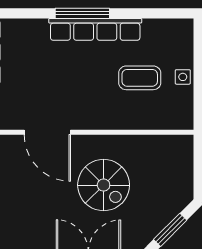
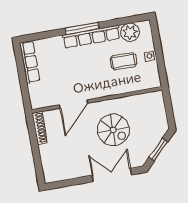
plant: (158, 33) -> (130, 32), added
door: (47, 132) -> (74, 104), hinge flipped

